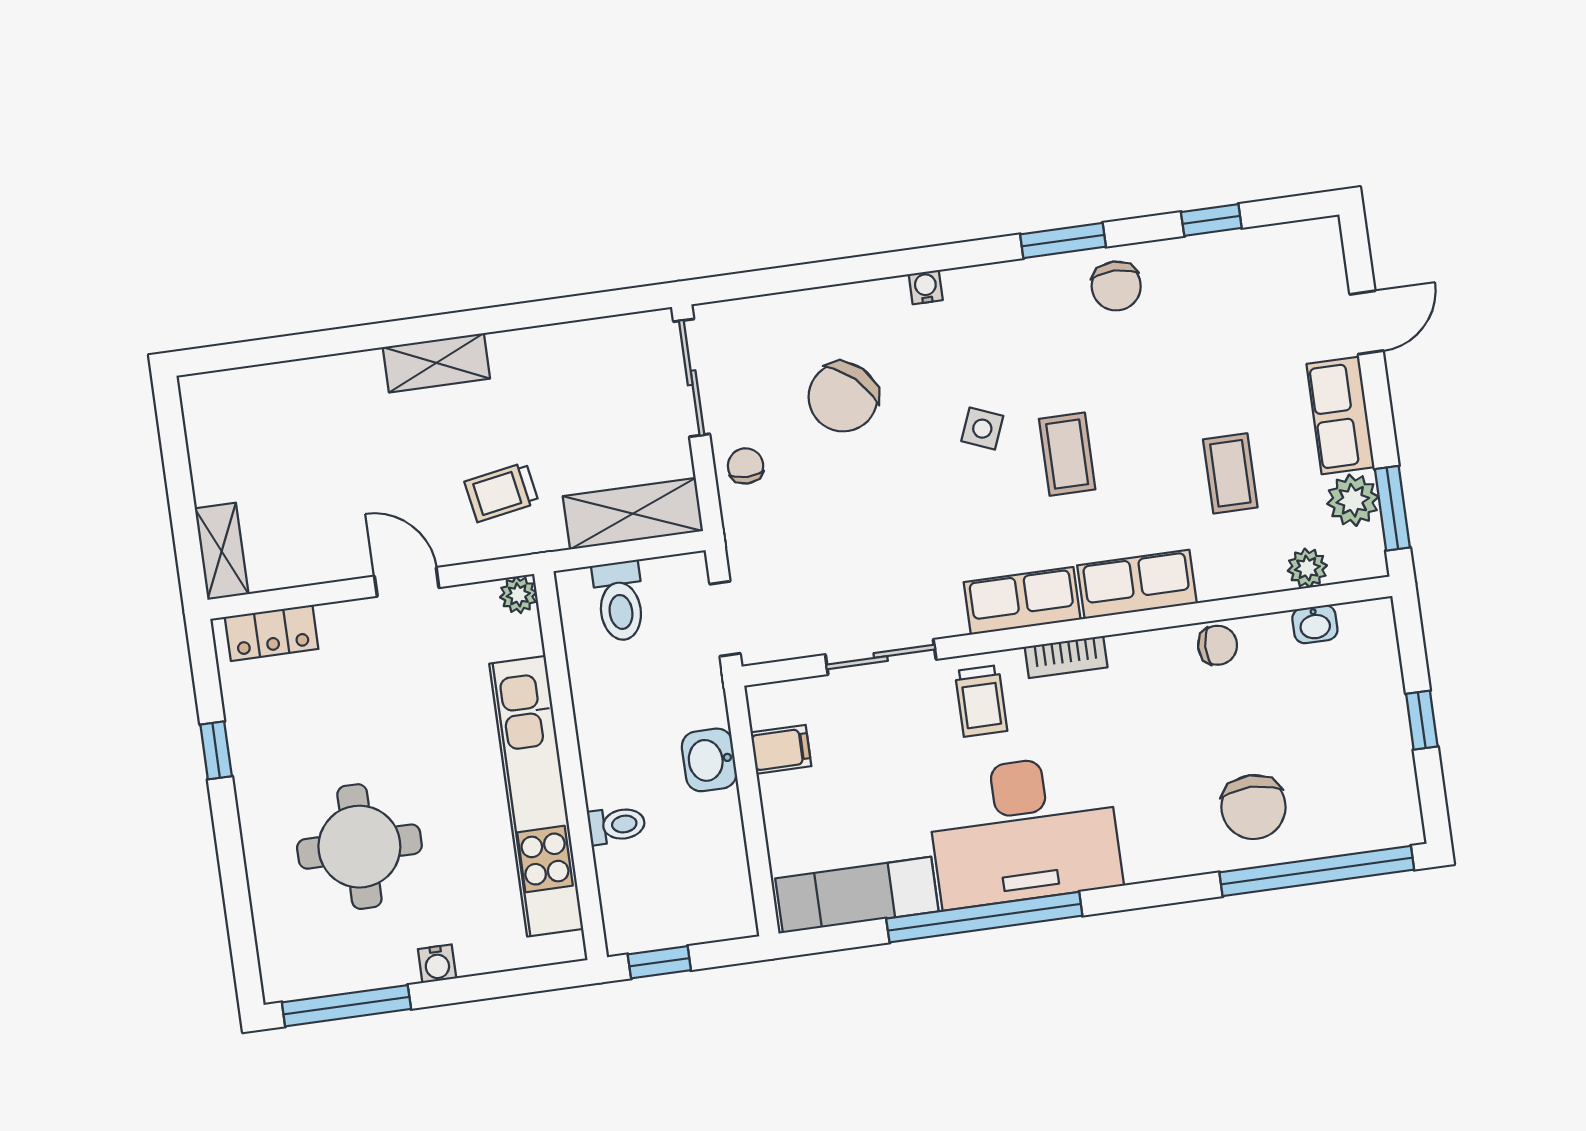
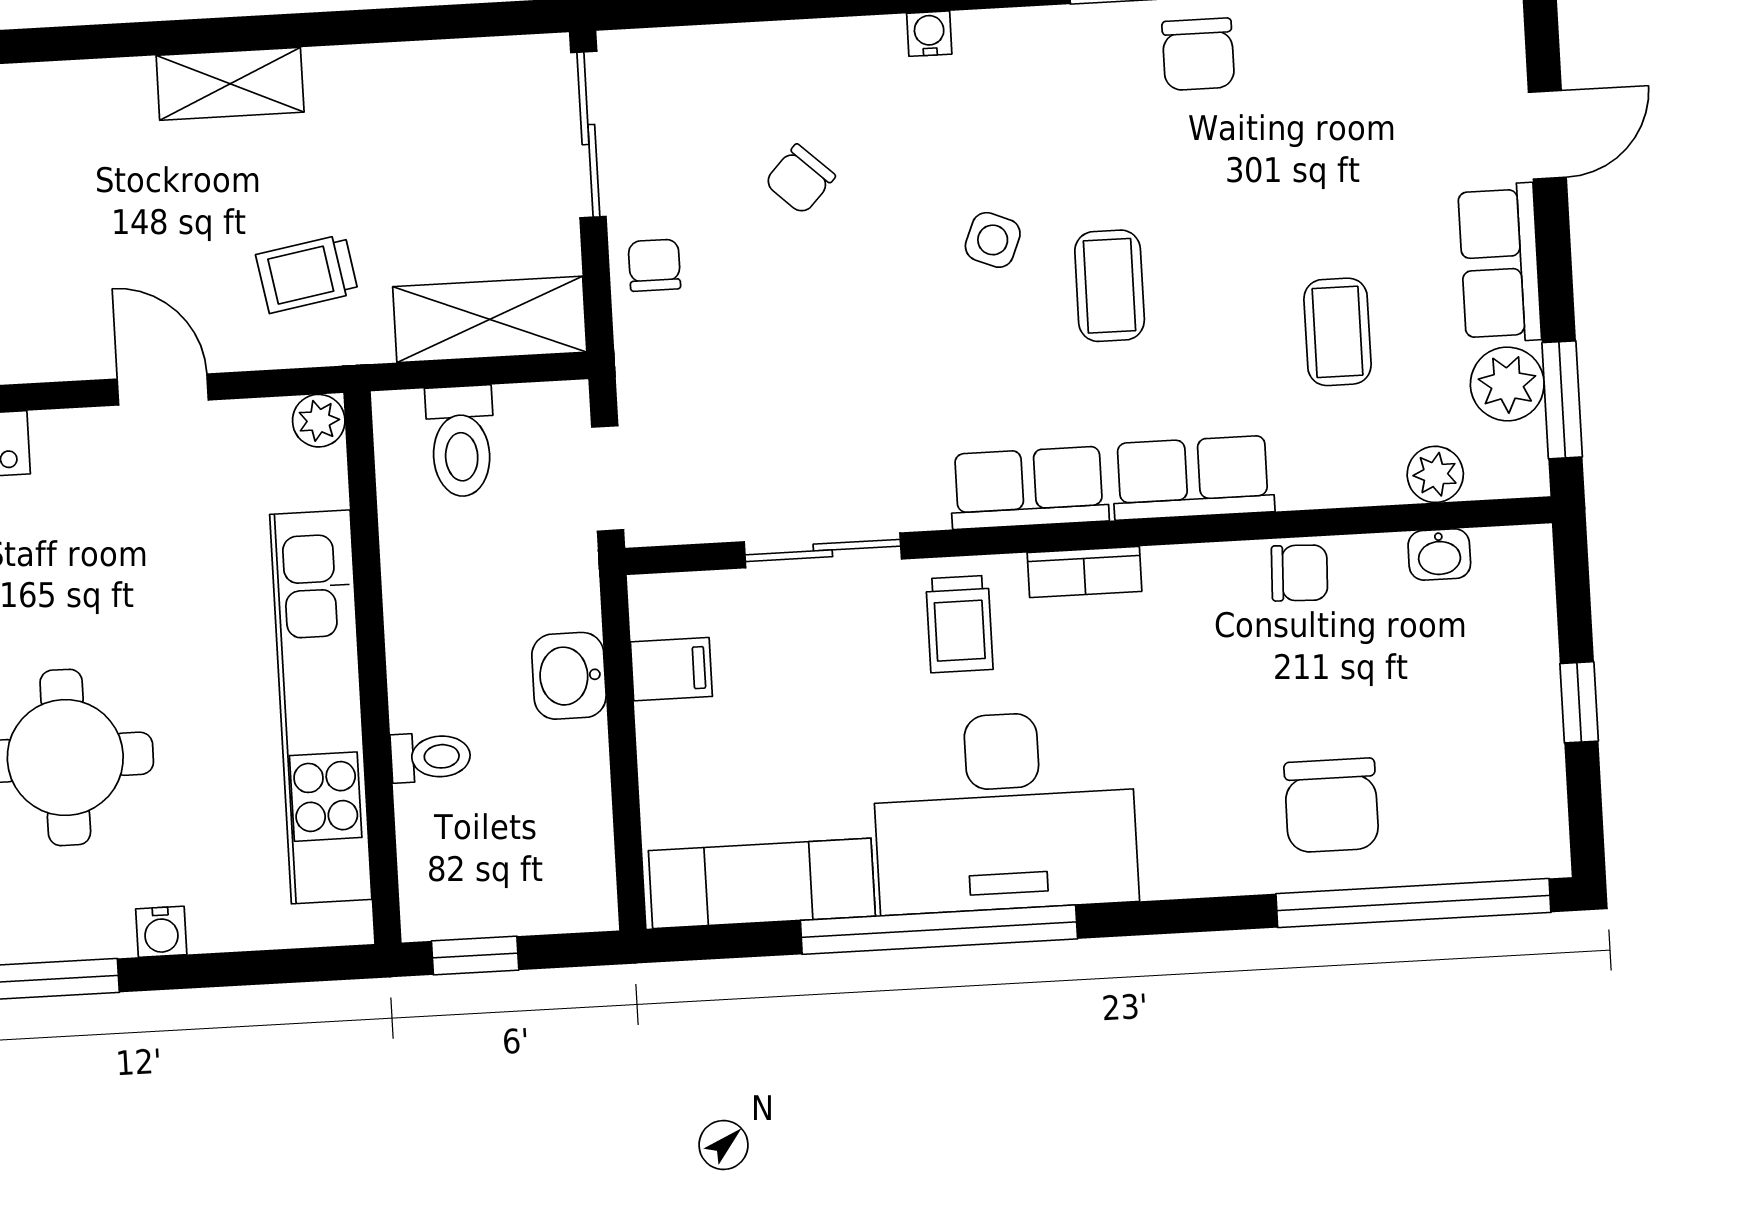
chair: (843, 397) -> (800, 179), width x0.54, depth x0.54

